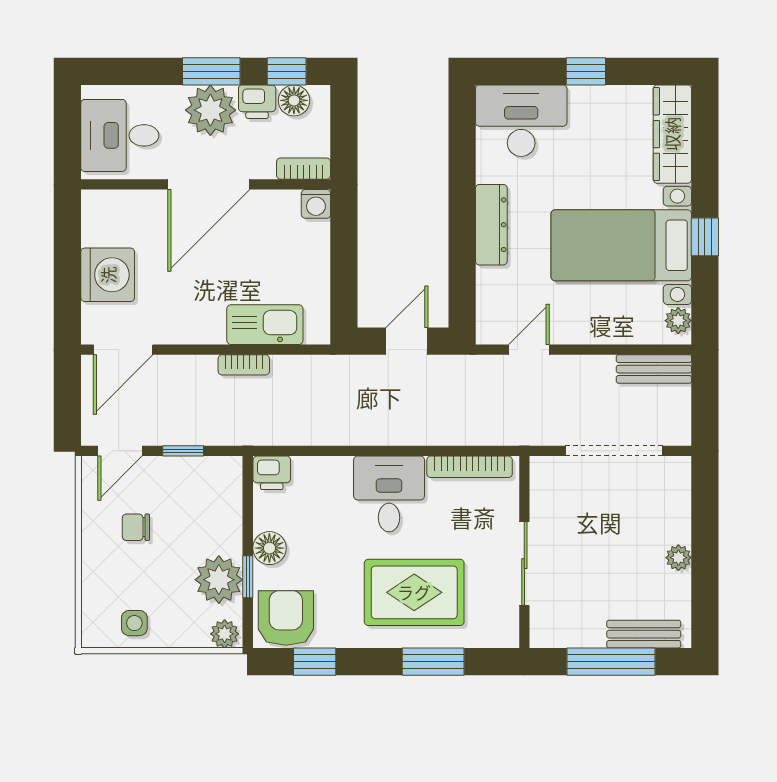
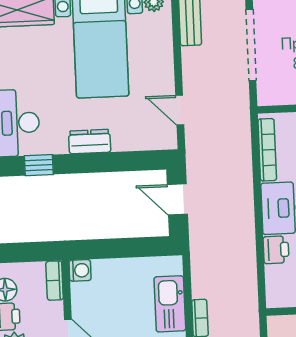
window: (462, 154) -> (39, 165), added
dresser: (491, 225) -> (90, 142), width x0.70
printer: (272, 473) -> (276, 250), moved

